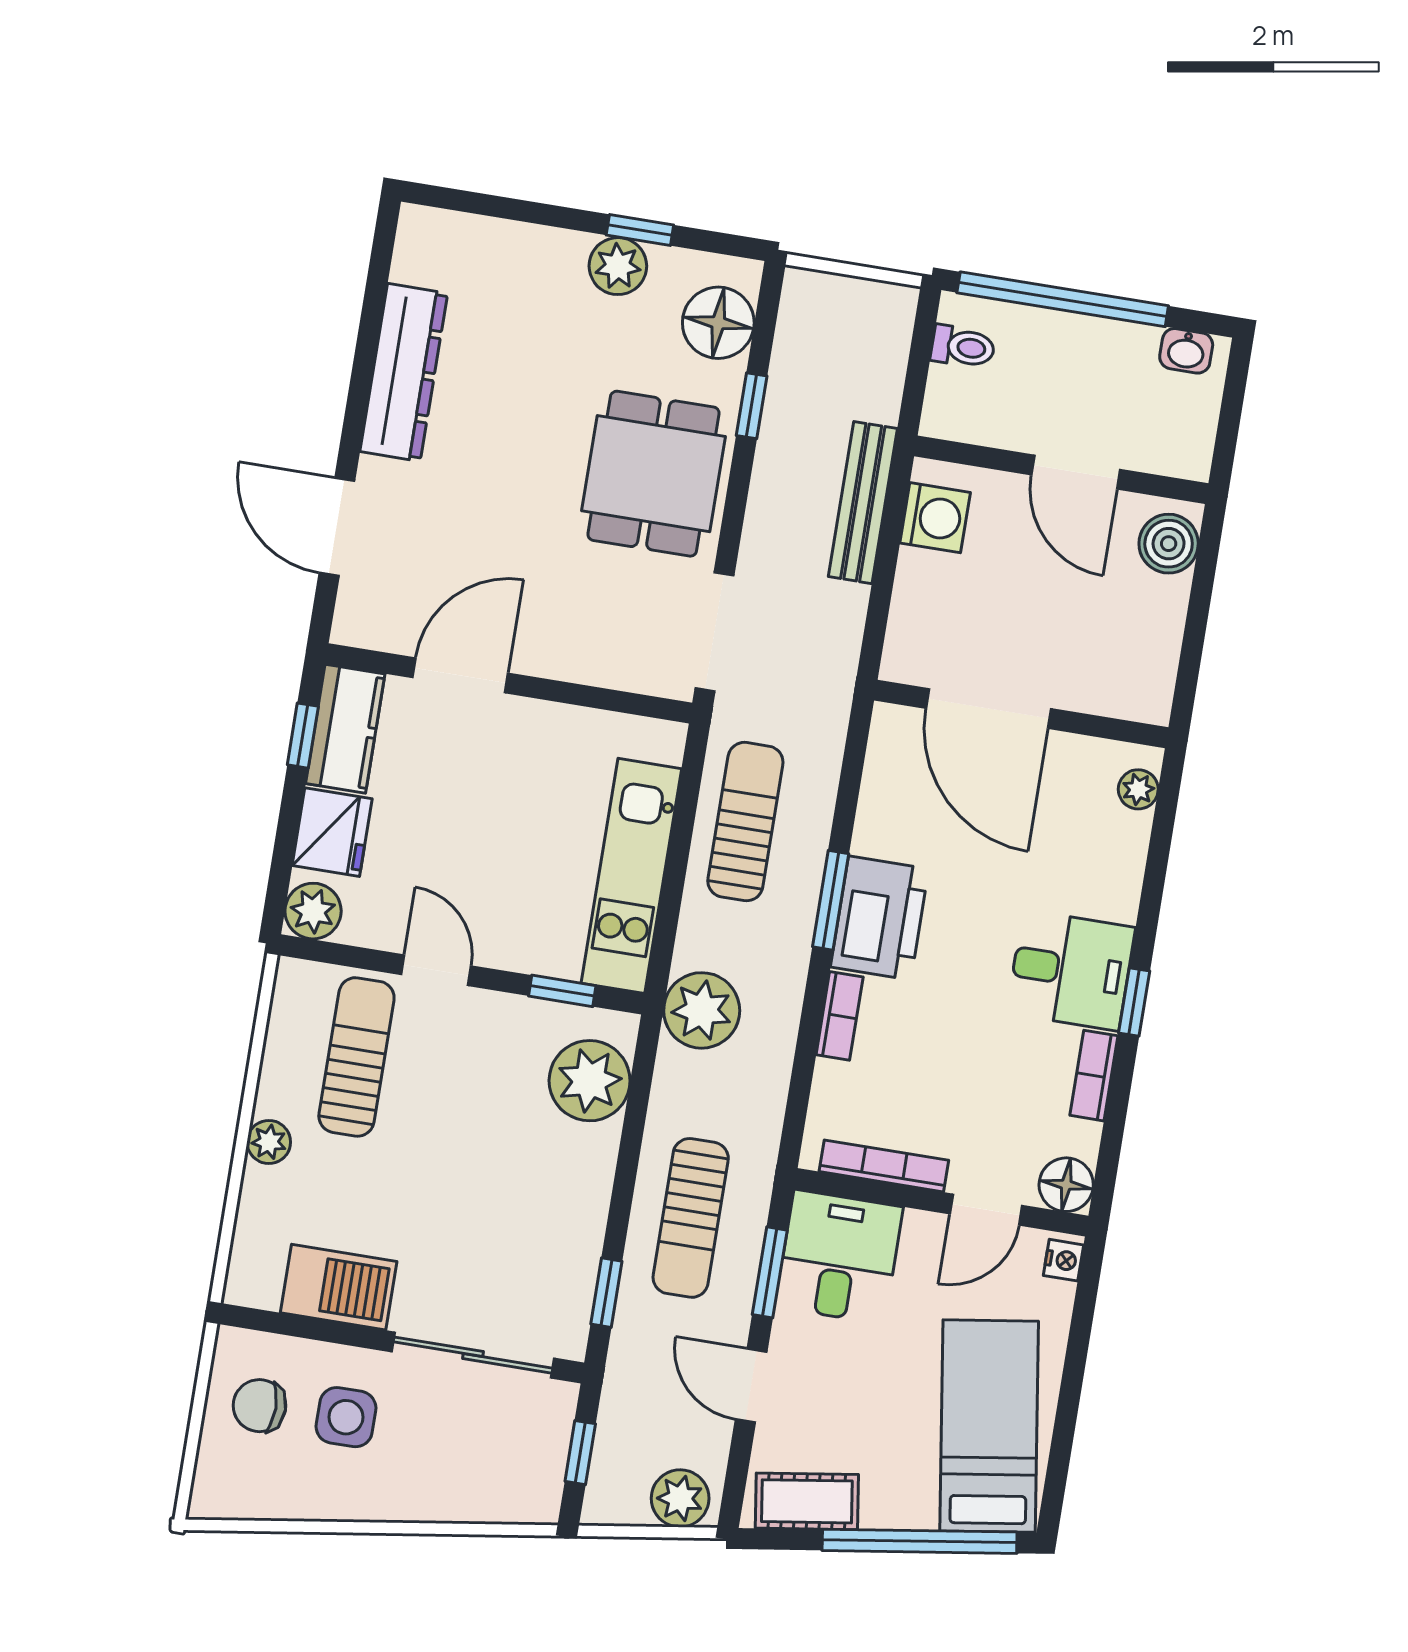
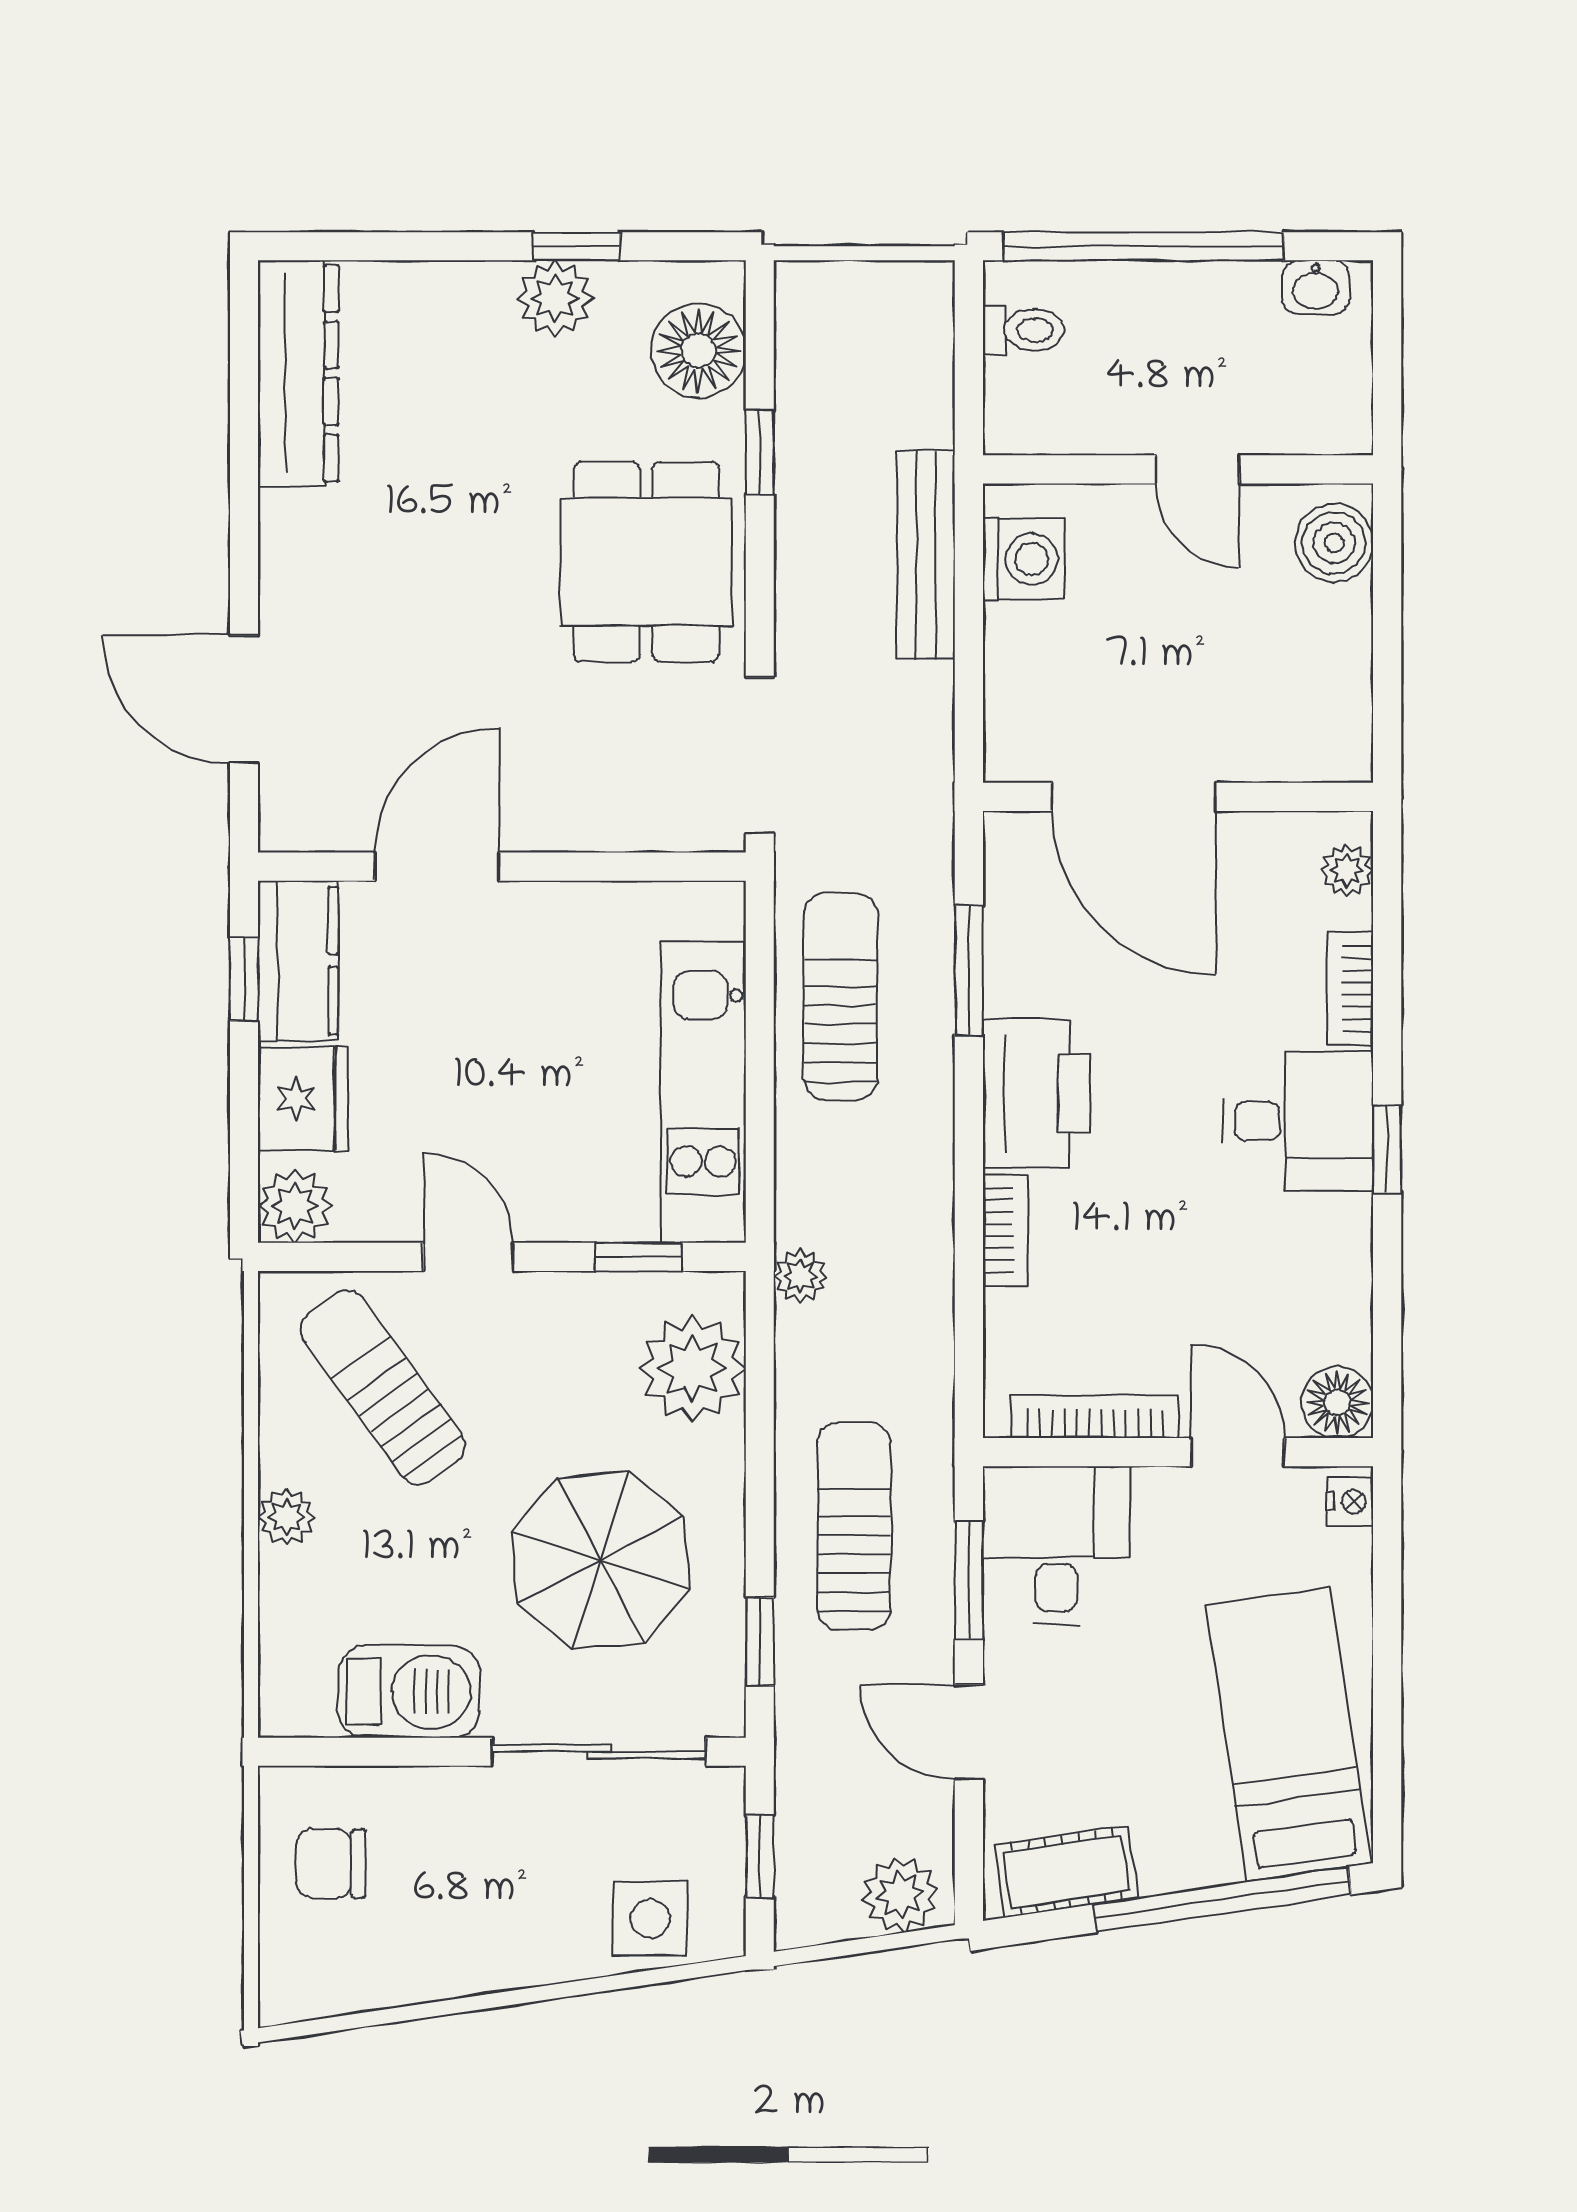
dresser: (404, 372) -> (298, 373), moved
door: (1076, 472) -> (1197, 469), width x0.73
window: (831, 900) -> (969, 970), moved
plant: (702, 1010) -> (800, 1276), width x0.53, depth x0.53
sun lounger: (356, 1057) -> (383, 1387), turned -36
bookcase: (1094, 1076) -> (1350, 988), moved
door: (986, 1210) -> (1238, 1452), swing flipped
parasol: (497, 1213) -> (600, 1560), added
sun lounger: (691, 1218) -> (854, 1526), turned 180
side table: (346, 1417) -> (650, 1919), moved

